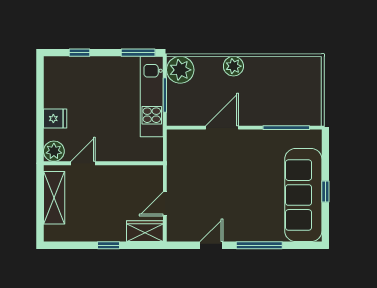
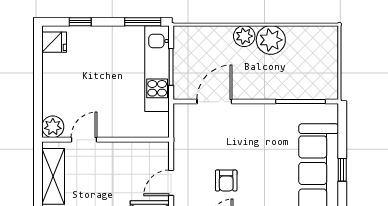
plant: (180, 70) -> (271, 40), moved
fridge: (55, 119) -> (54, 42), moved
door: (222, 128) -> (214, 102), moved
armchair: (217, 202) -> (226, 181), added

